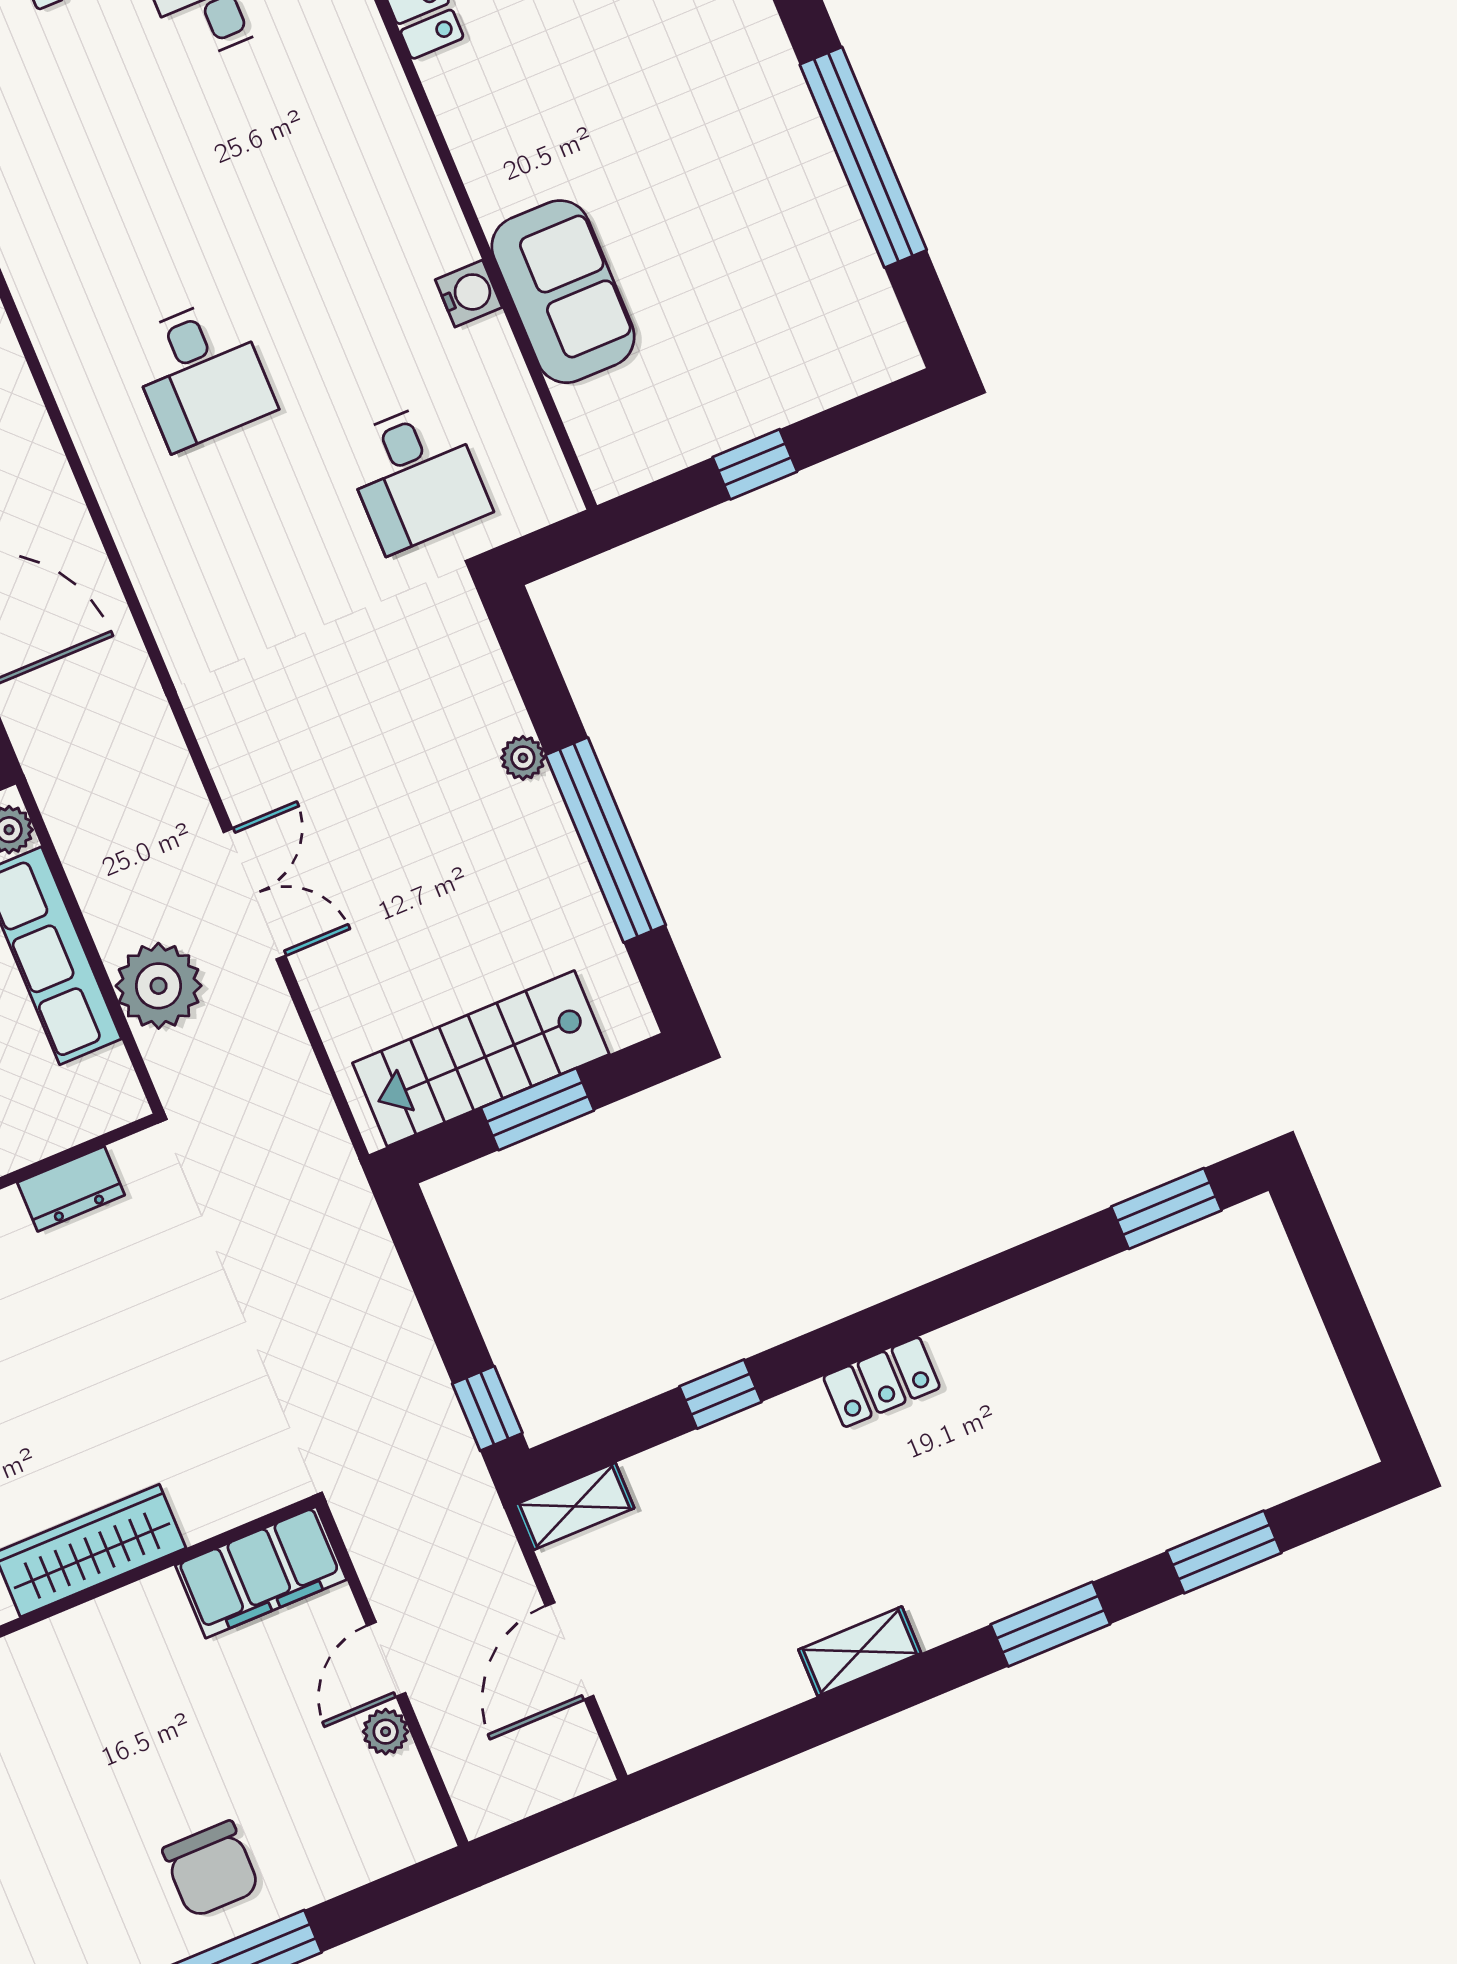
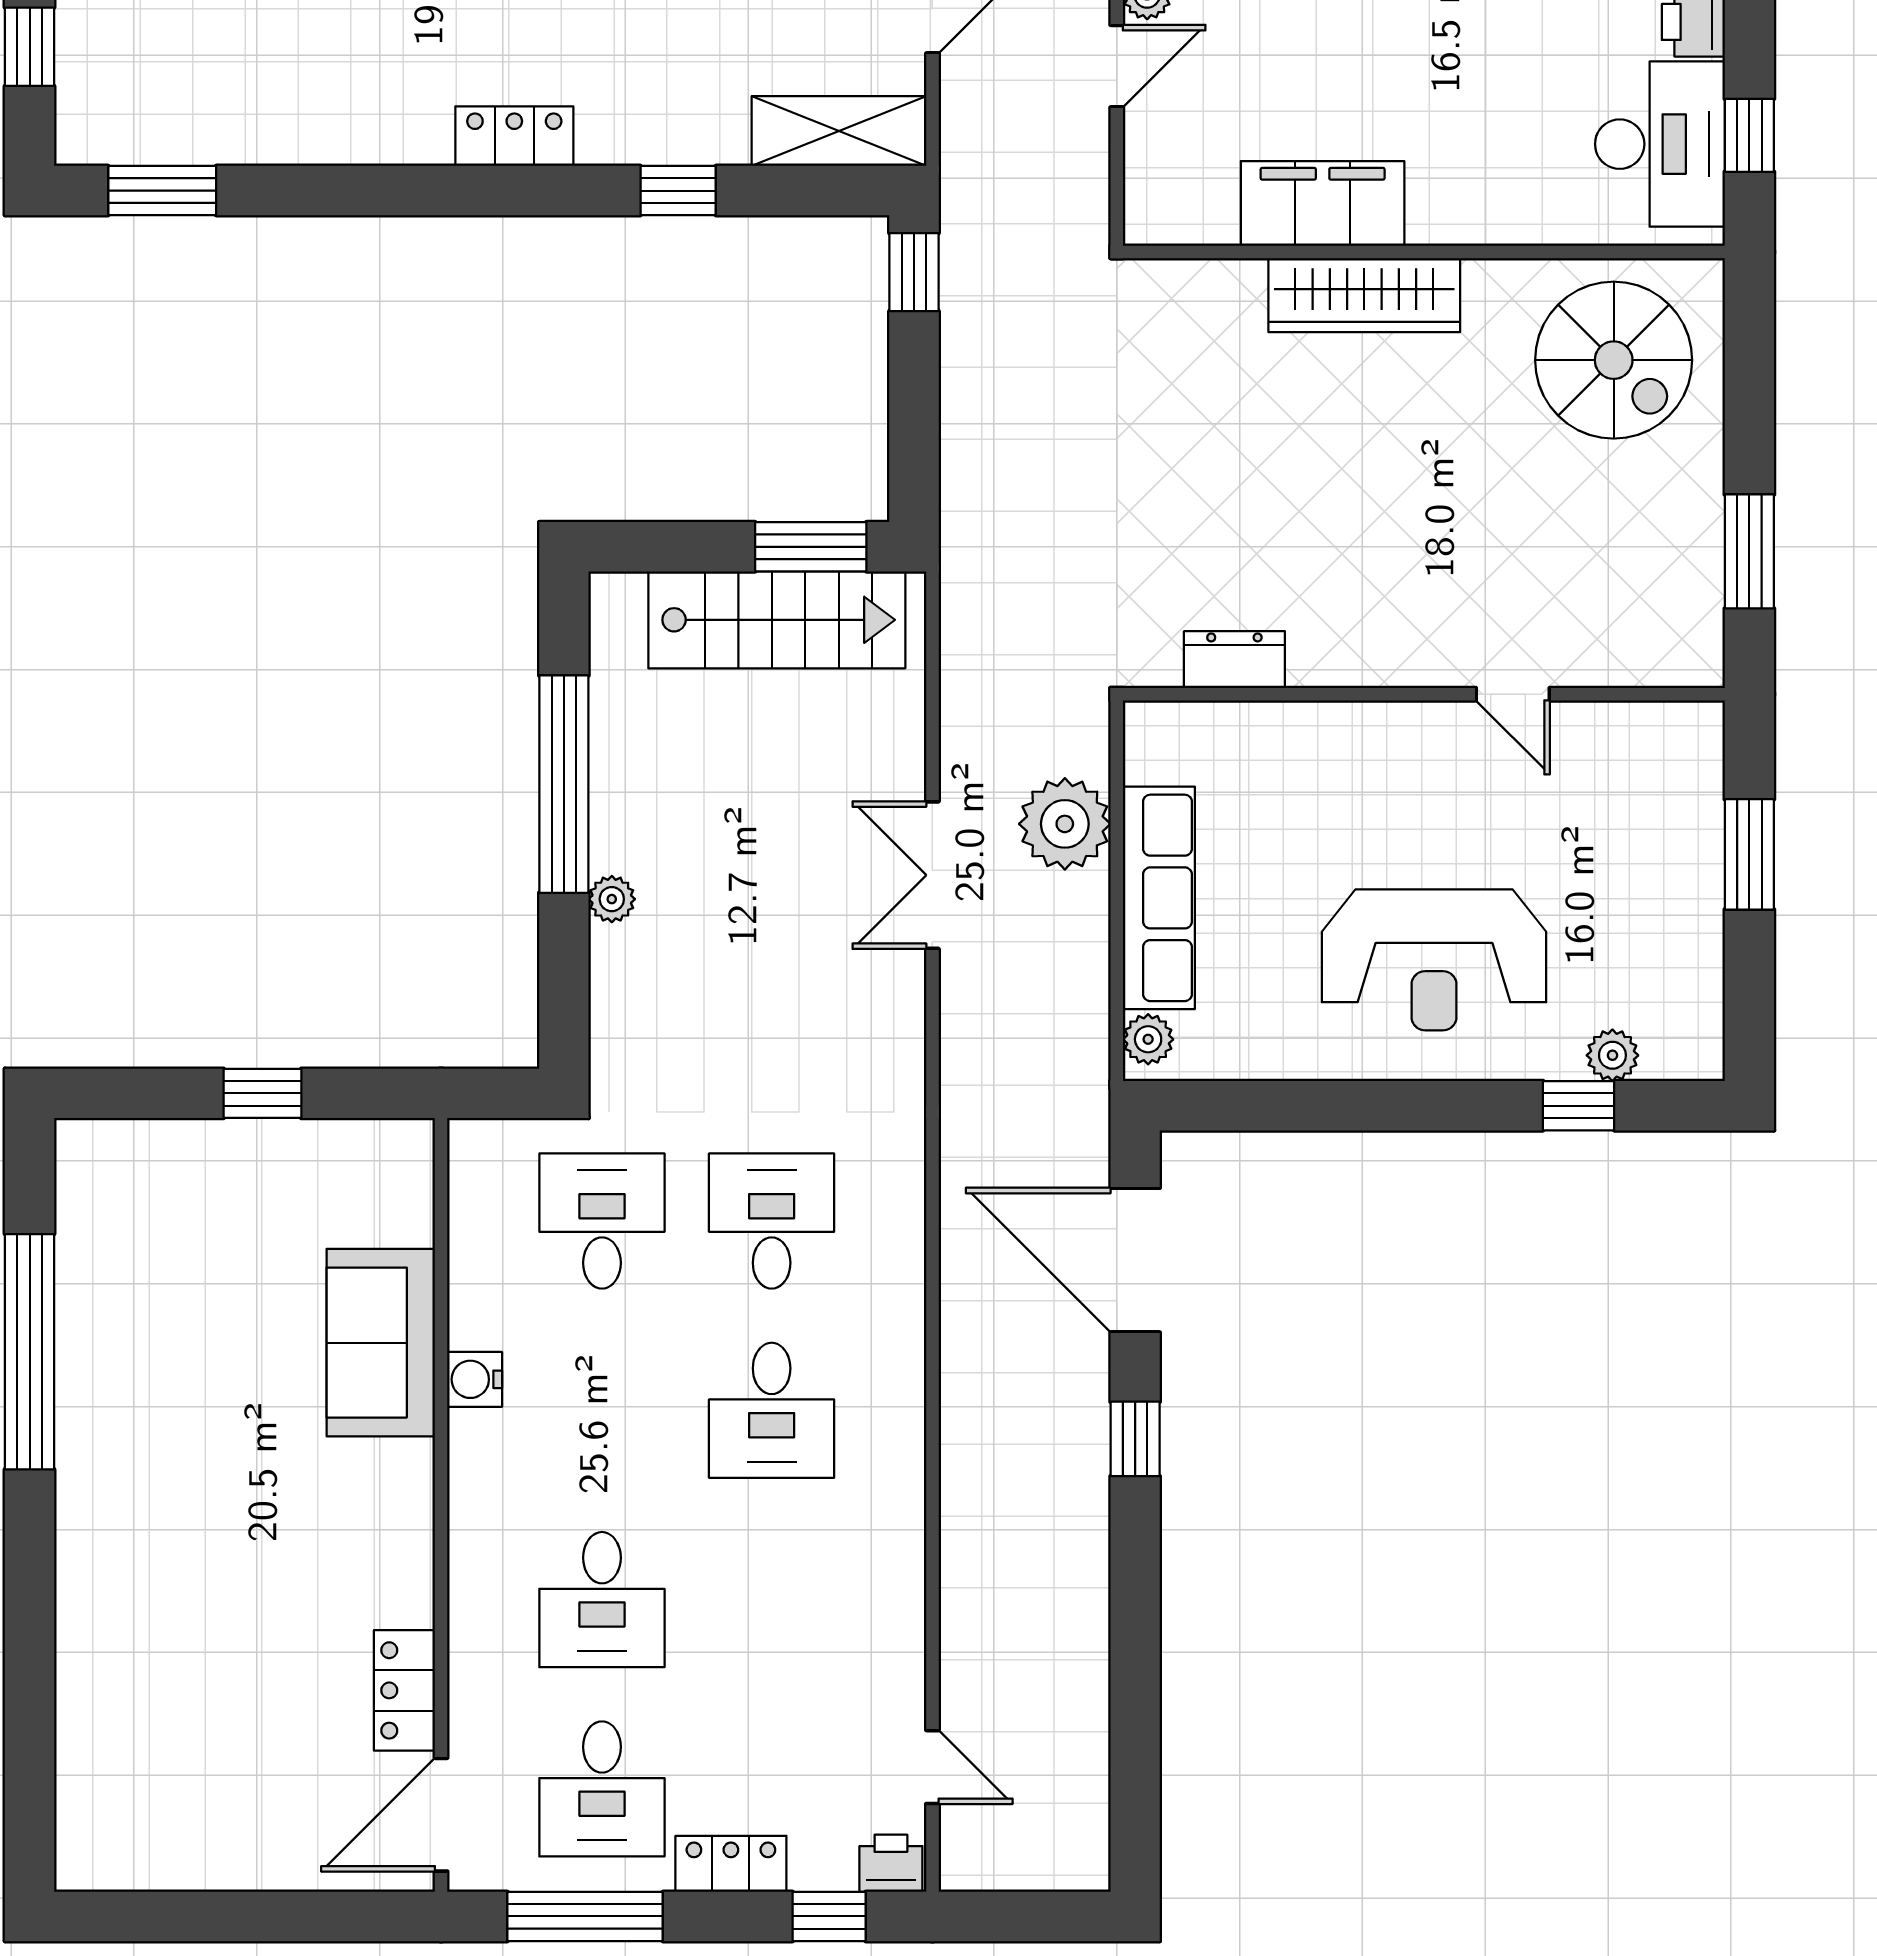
desk: (279, 149) -> (602, 1600), added
desk: (201, 374) -> (772, 1410), turned 180
desk: (269, 537) -> (772, 1221), added
window: (538, 1109) -> (811, 547), moved
window: (1333, 1285) -> (30, 47), added
shelving: (575, 1506) -> (839, 131), width x1.50, depth x1.33
filing cabinet: (261, 1572) -> (1323, 203), moved

